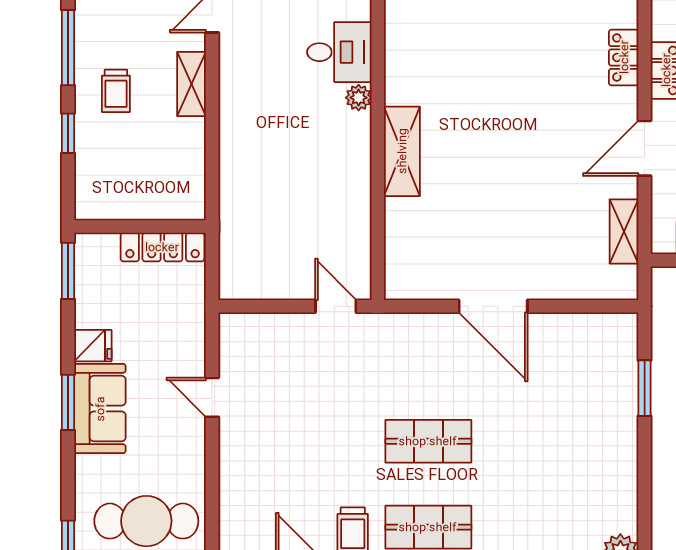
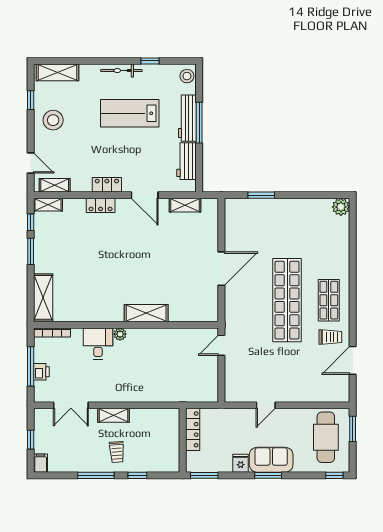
trolley: (116, 91) -> (117, 452), turned 86
shop shelf: (428, 441) -> (287, 300), width x2.00, depth x1.36

